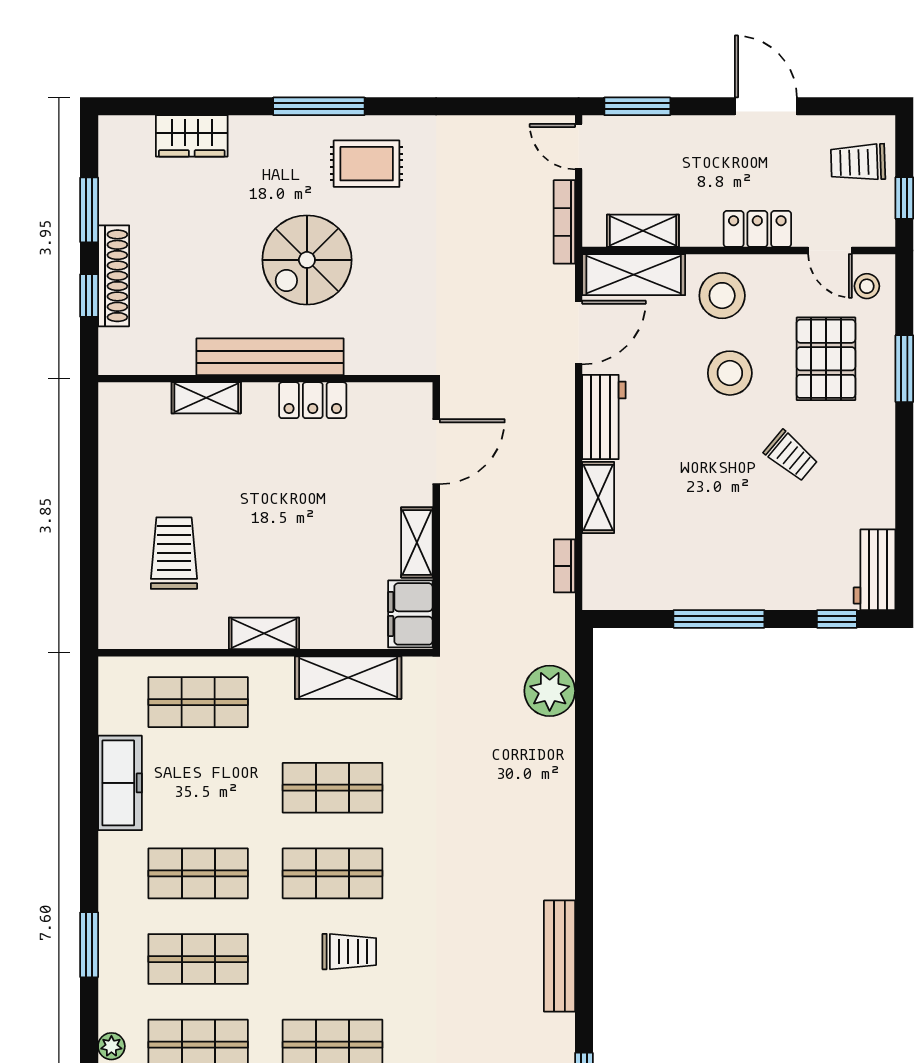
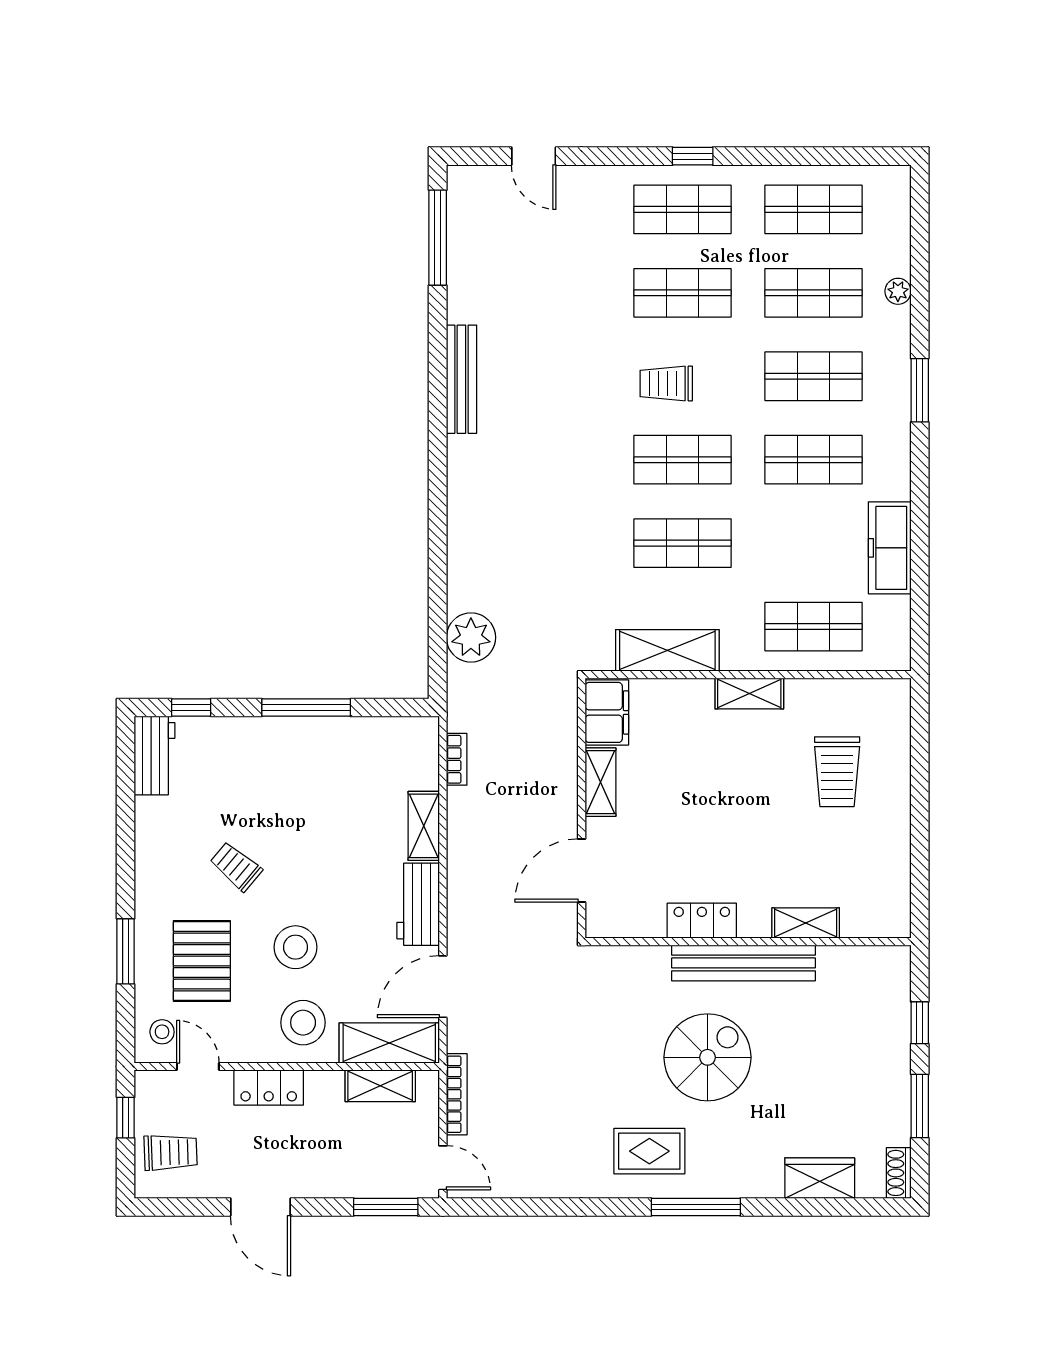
shoe rack: (114, 276) -> (899, 1173), moved, width x0.51, depth x0.81

